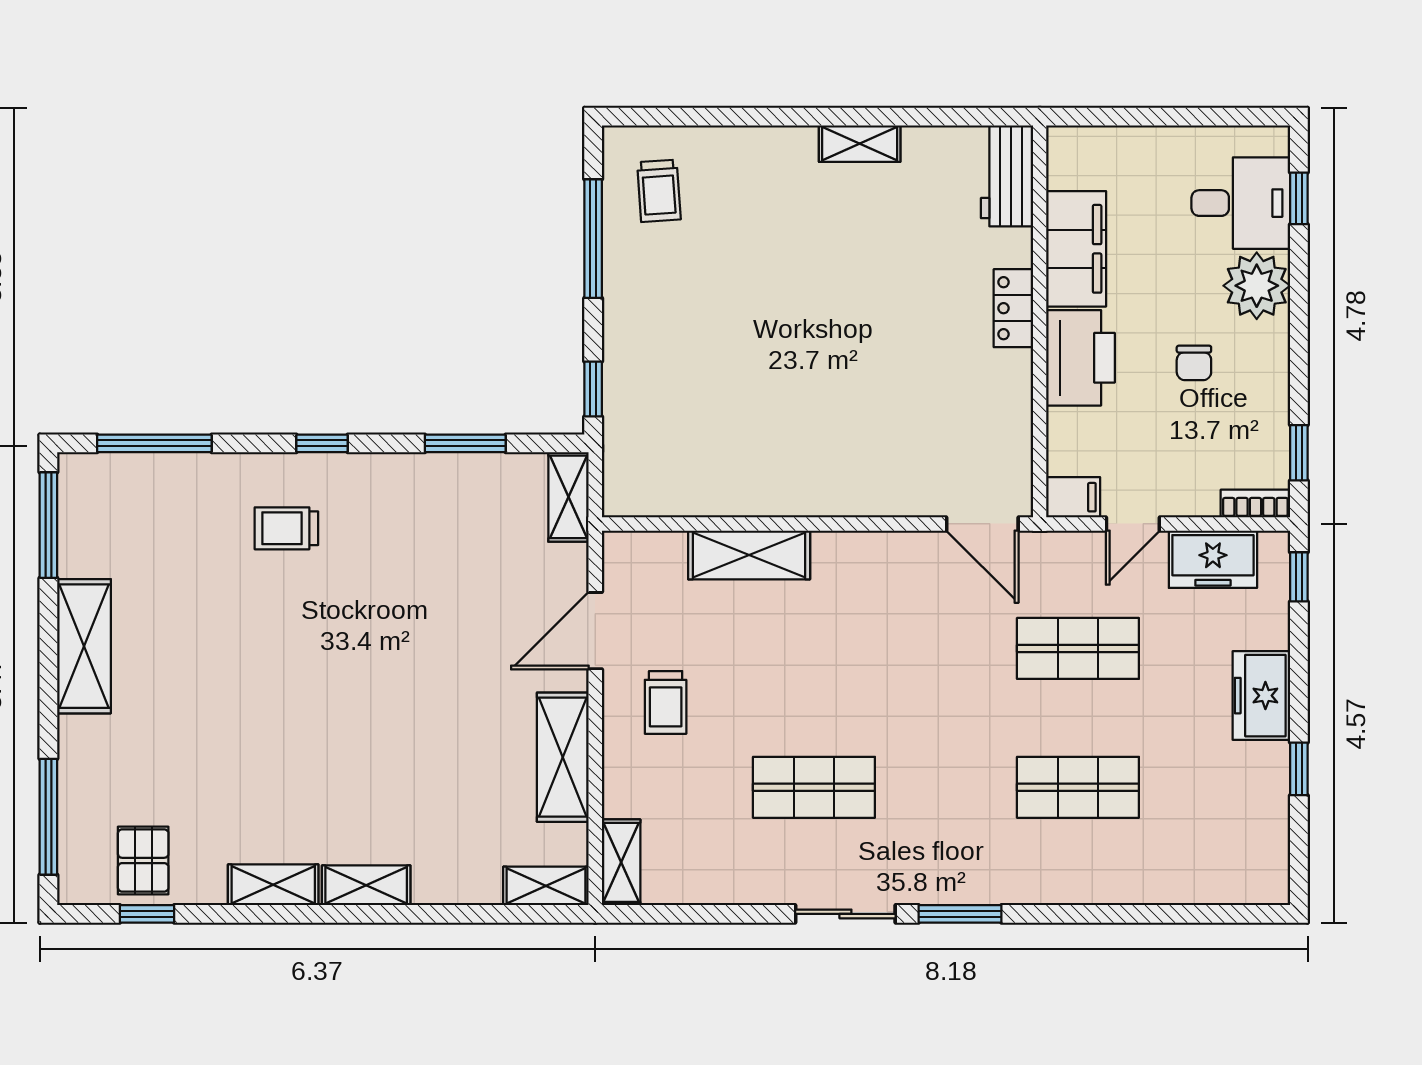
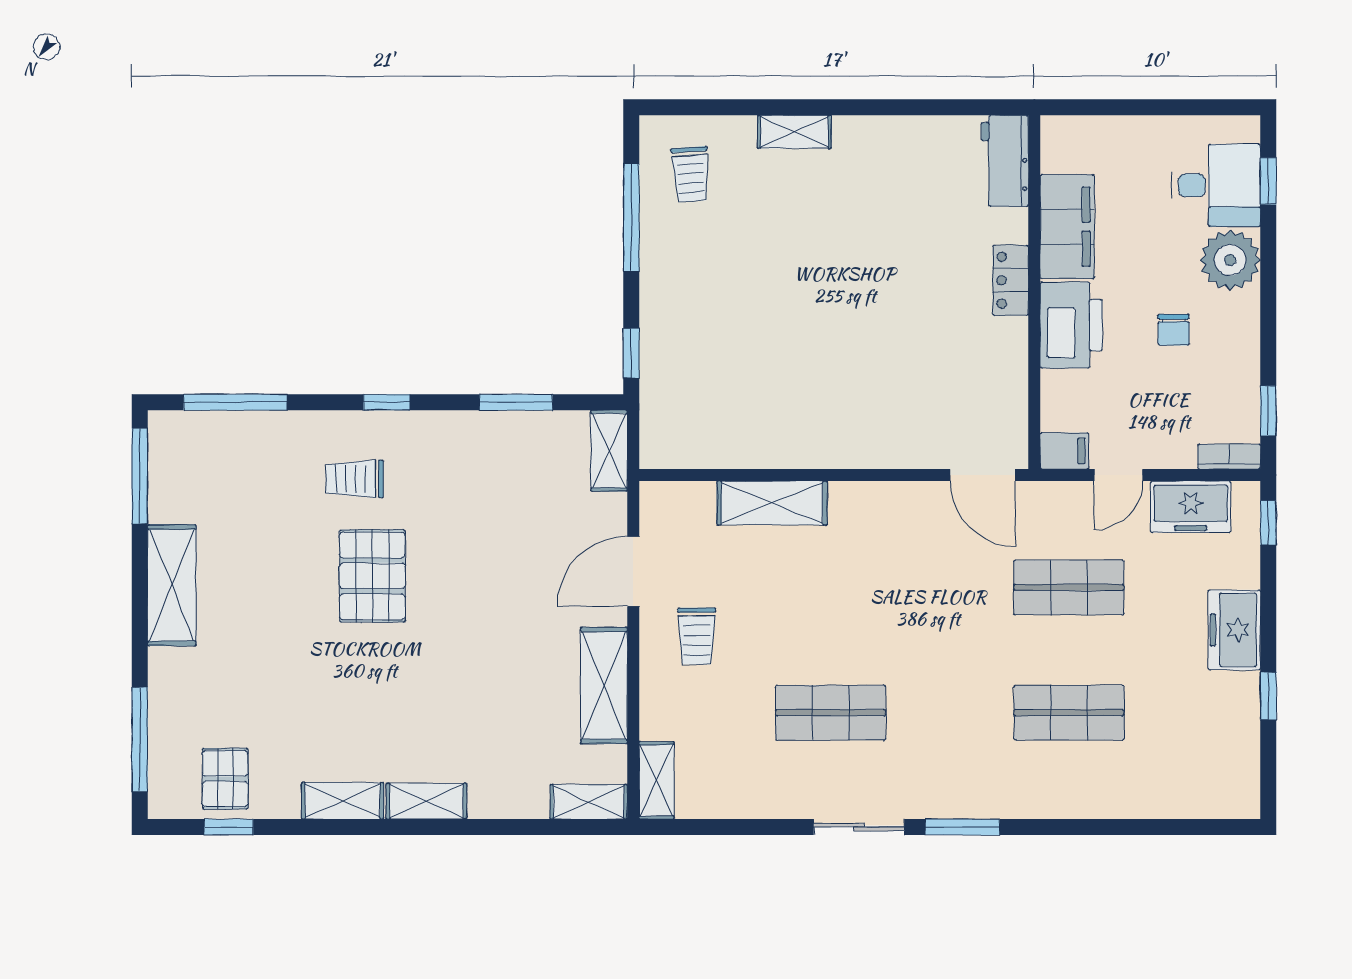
shelving: (860, 144) -> (794, 132), moved
pallet: (306, 636) -> (372, 576), added

